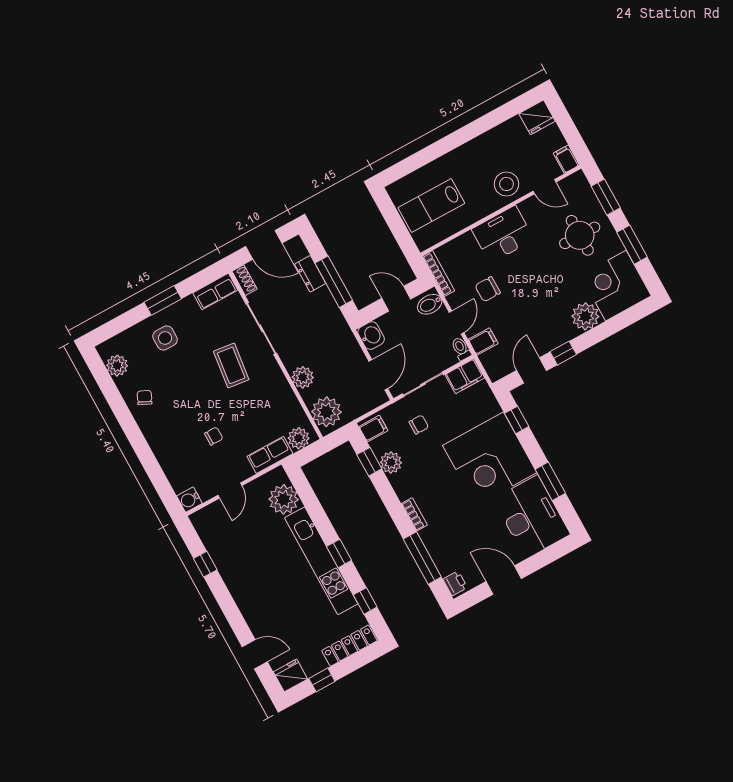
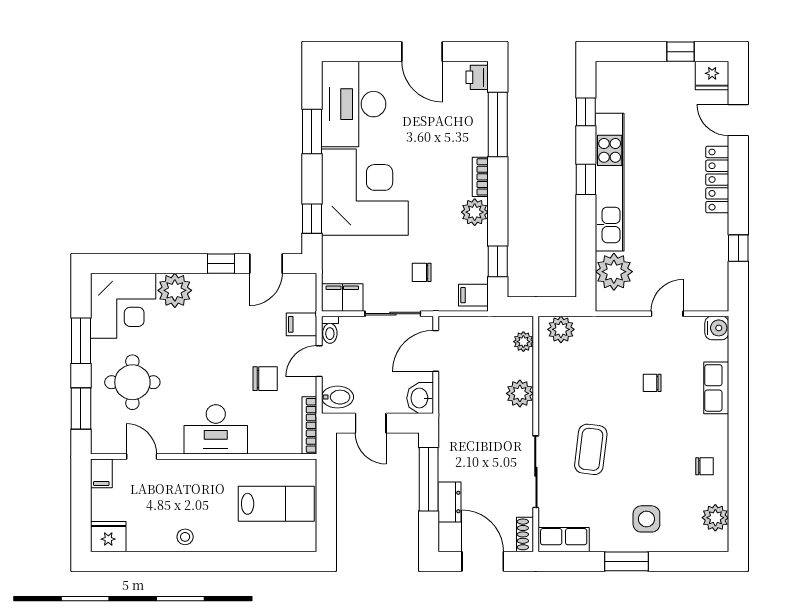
stool: (506, 184) -> (185, 537), moved, width x0.53, depth x0.53
chair: (145, 398) -> (705, 466), turned -115
plant: (326, 412) -> (523, 342), width x0.53, depth x0.53
row of seats: (270, 455) -> (716, 388), moved, turned 90
plant: (391, 462) -> (475, 212), moved
locker: (349, 646) -> (717, 180), moved, turned 90

